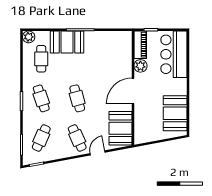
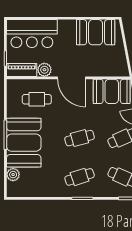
plant: (29, 37) -> (13, 175), moved
booth: (67, 42) -> (24, 143), width x1.36, depth x1.42
cafe table: (41, 59) -> (37, 99), moved

